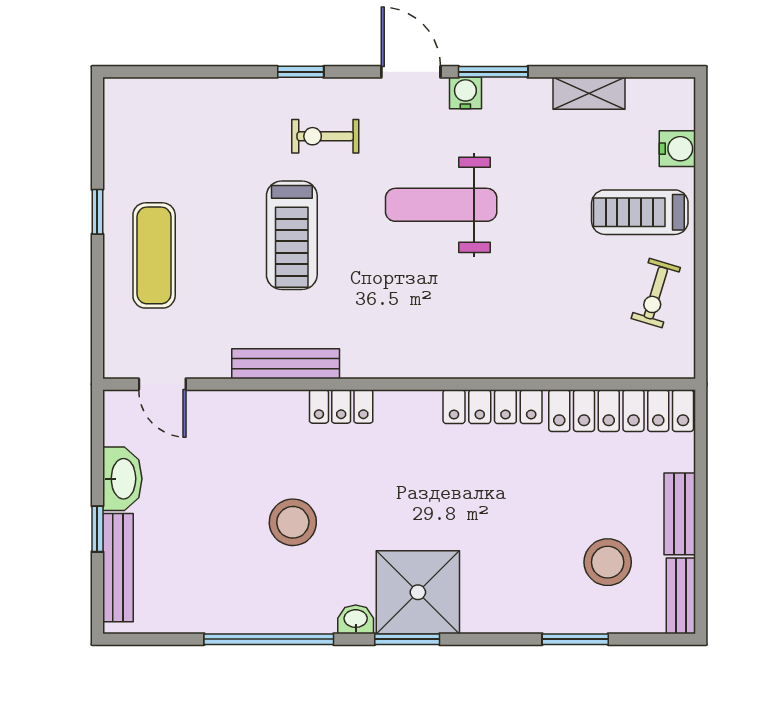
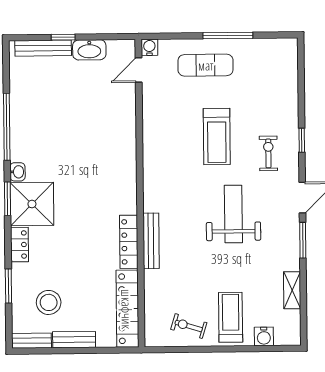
water cooler: (465, 93) -> (149, 47), moved, turned -90
window: (97, 212) -> (228, 35), width x2.17
treadmill: (292, 235) -> (217, 137), turned -90
bench: (286, 364) -> (151, 241), moved
locker: (341, 406) -> (20, 245), moved, turned 180
stool: (293, 522) -> (68, 139), removed

